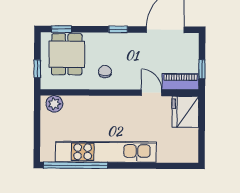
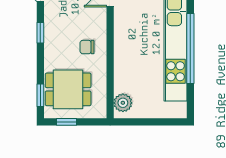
window: (37, 69) -> (67, 122), moved
window: (76, 165) -> (190, 48), moved

